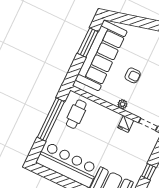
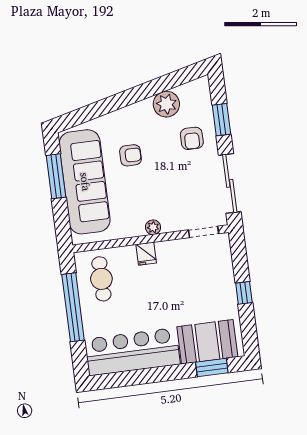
armchair: (133, 75) -> (130, 155), moved
fridge: (126, 124) -> (146, 254), moved

